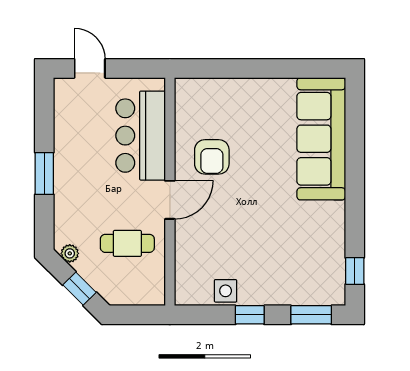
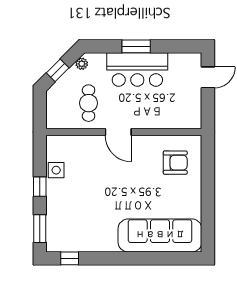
bar counter: (141, 136) -> (137, 70), moved, turned 180
armchair: (212, 157) -> (175, 163), moved, turned 180

